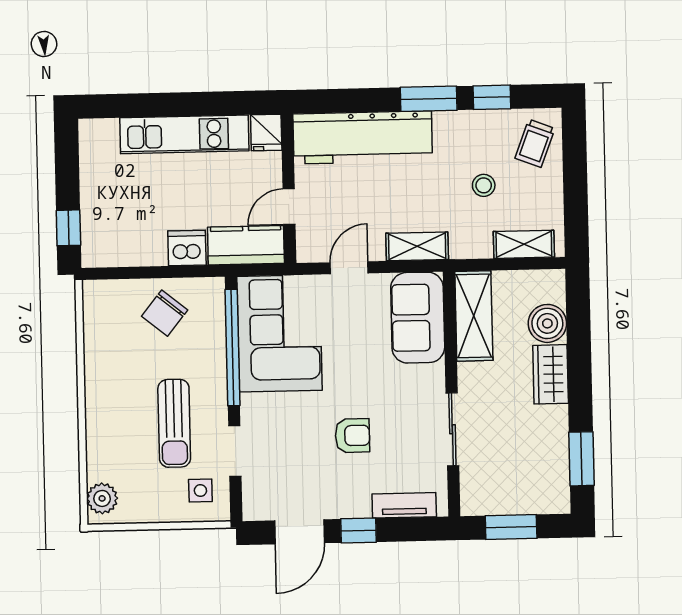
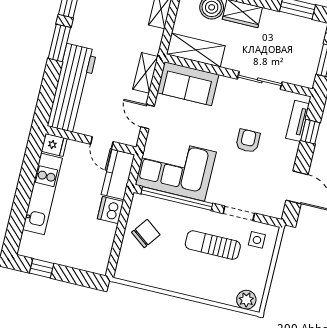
stool: (484, 185) -> (120, 24), removed
window: (68, 228) -> (42, 268), moved
chair: (165, 313) -> (146, 234), turned -92
sun lounger: (174, 423) -> (213, 245), turned 180
window: (359, 530) -> (310, 132), moved

